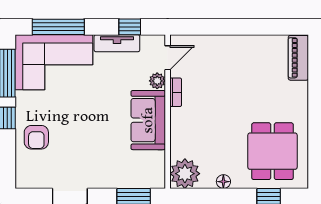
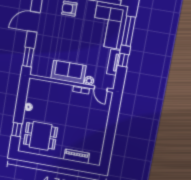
window: (130, 27) -> (123, 60), moved
piano: (298, 58) -> (77, 156), moved
plant: (185, 174) -> (36, 87), removed

